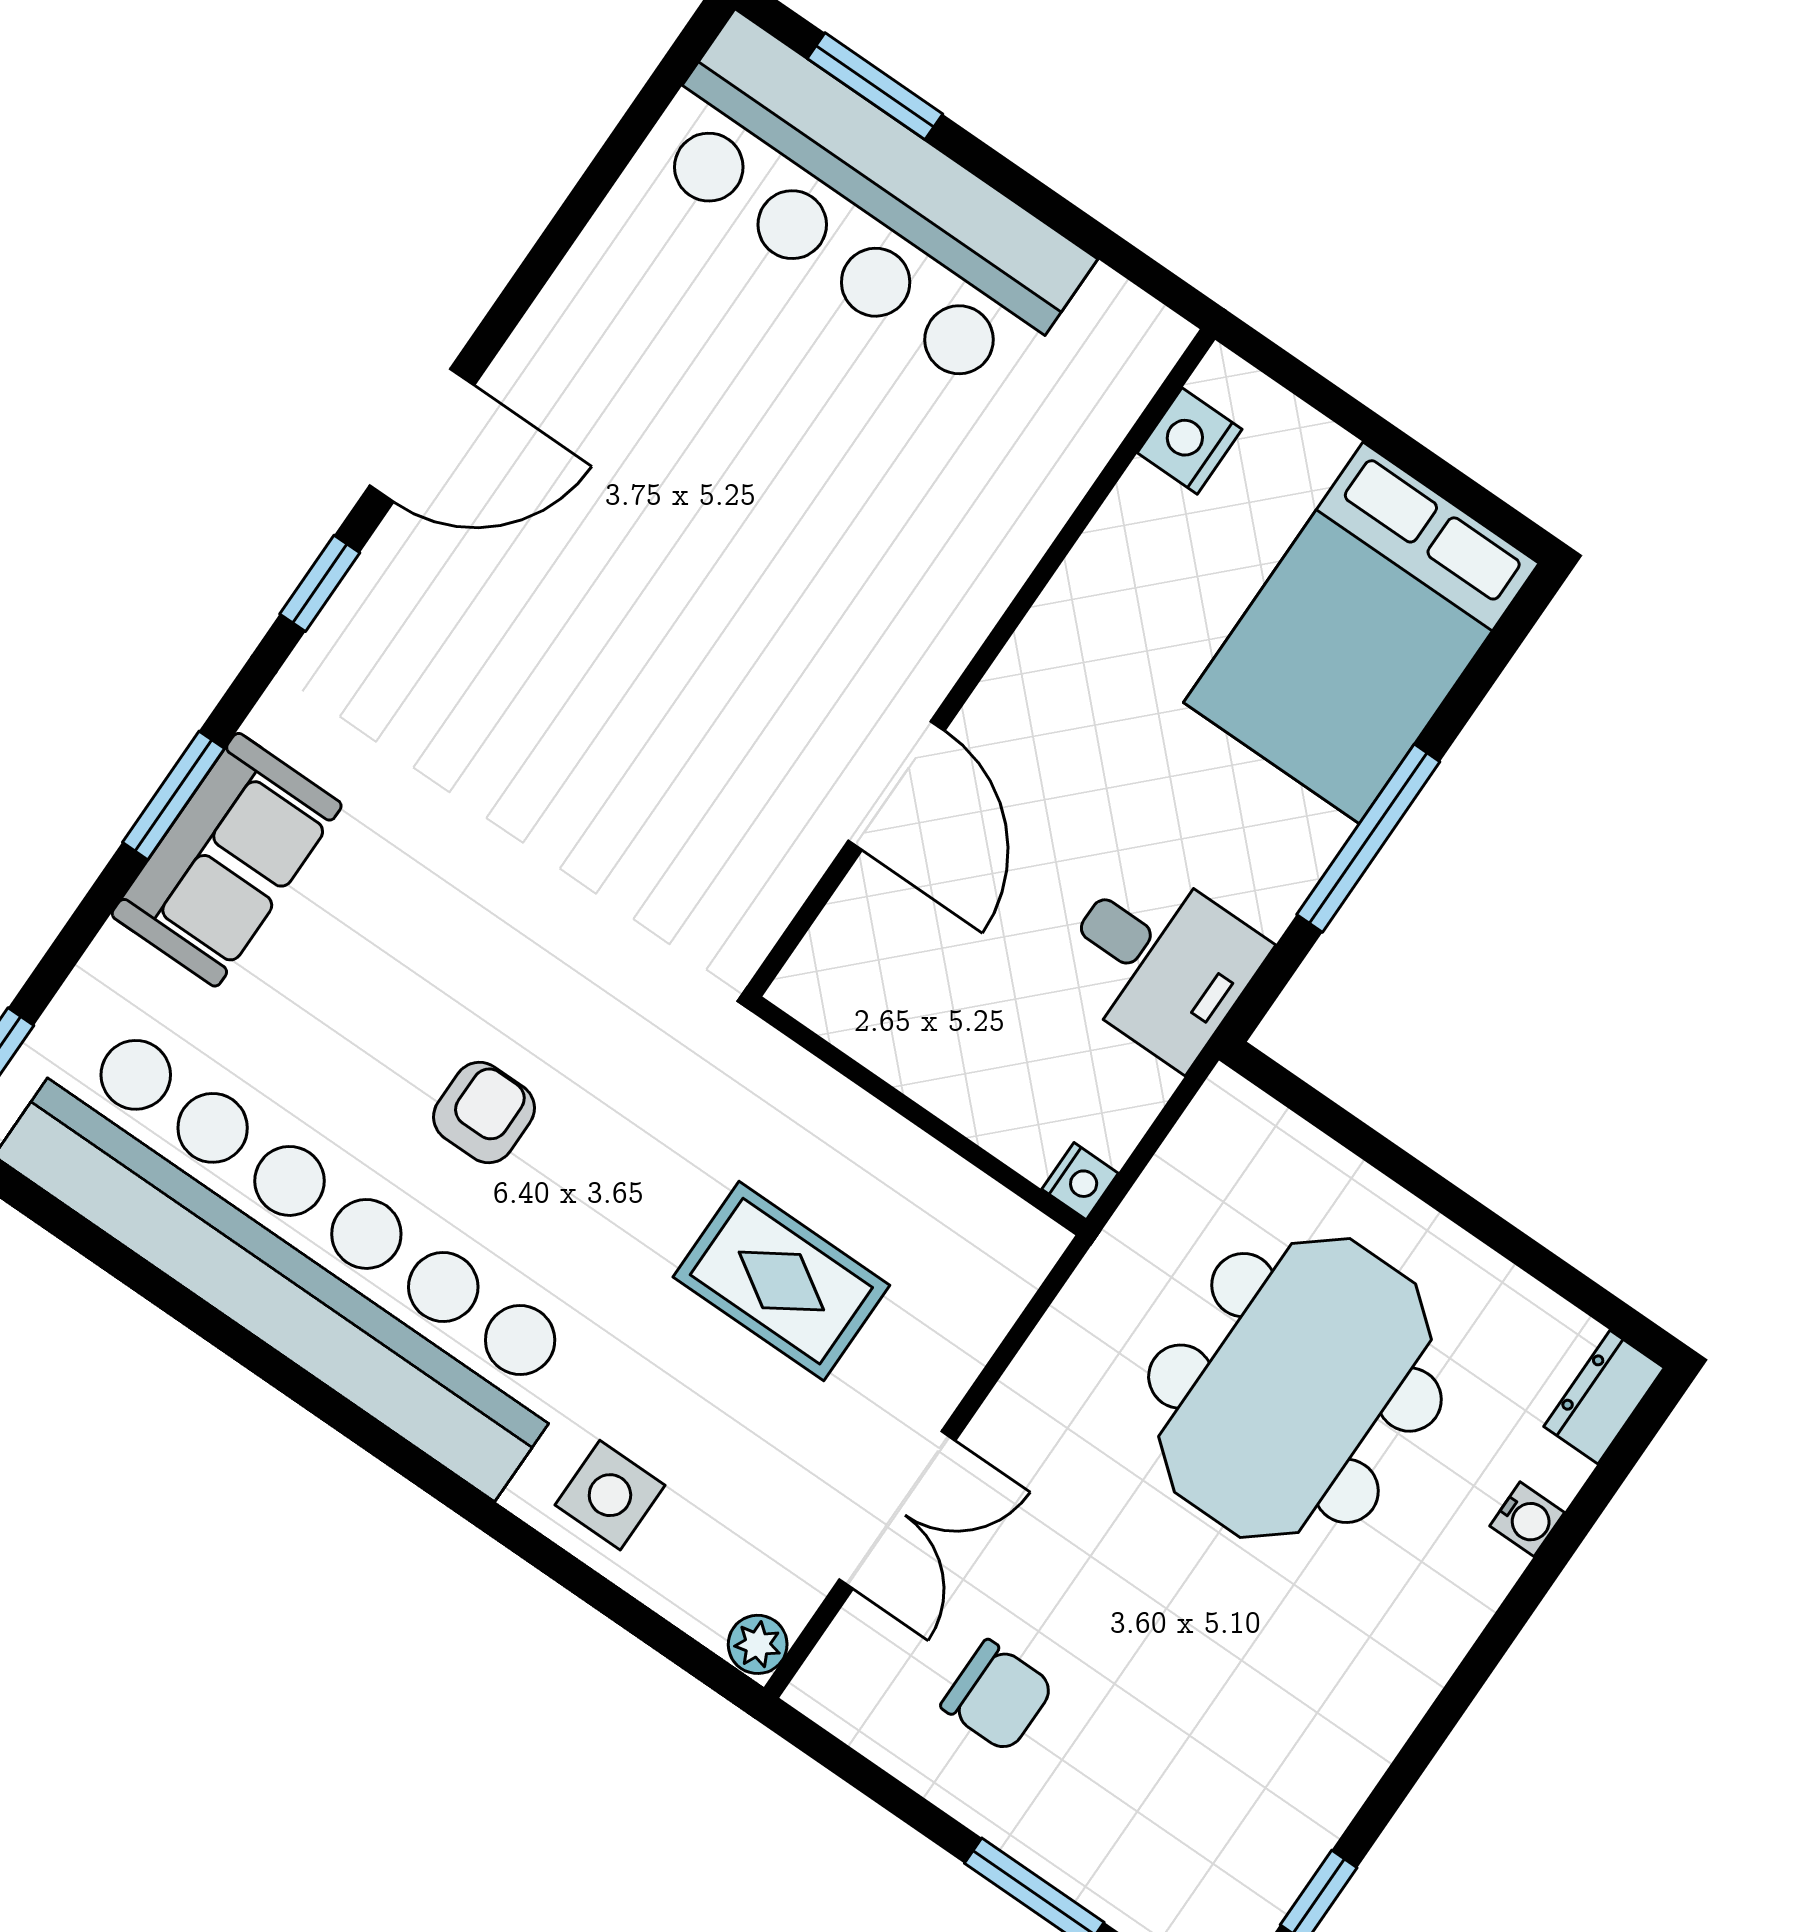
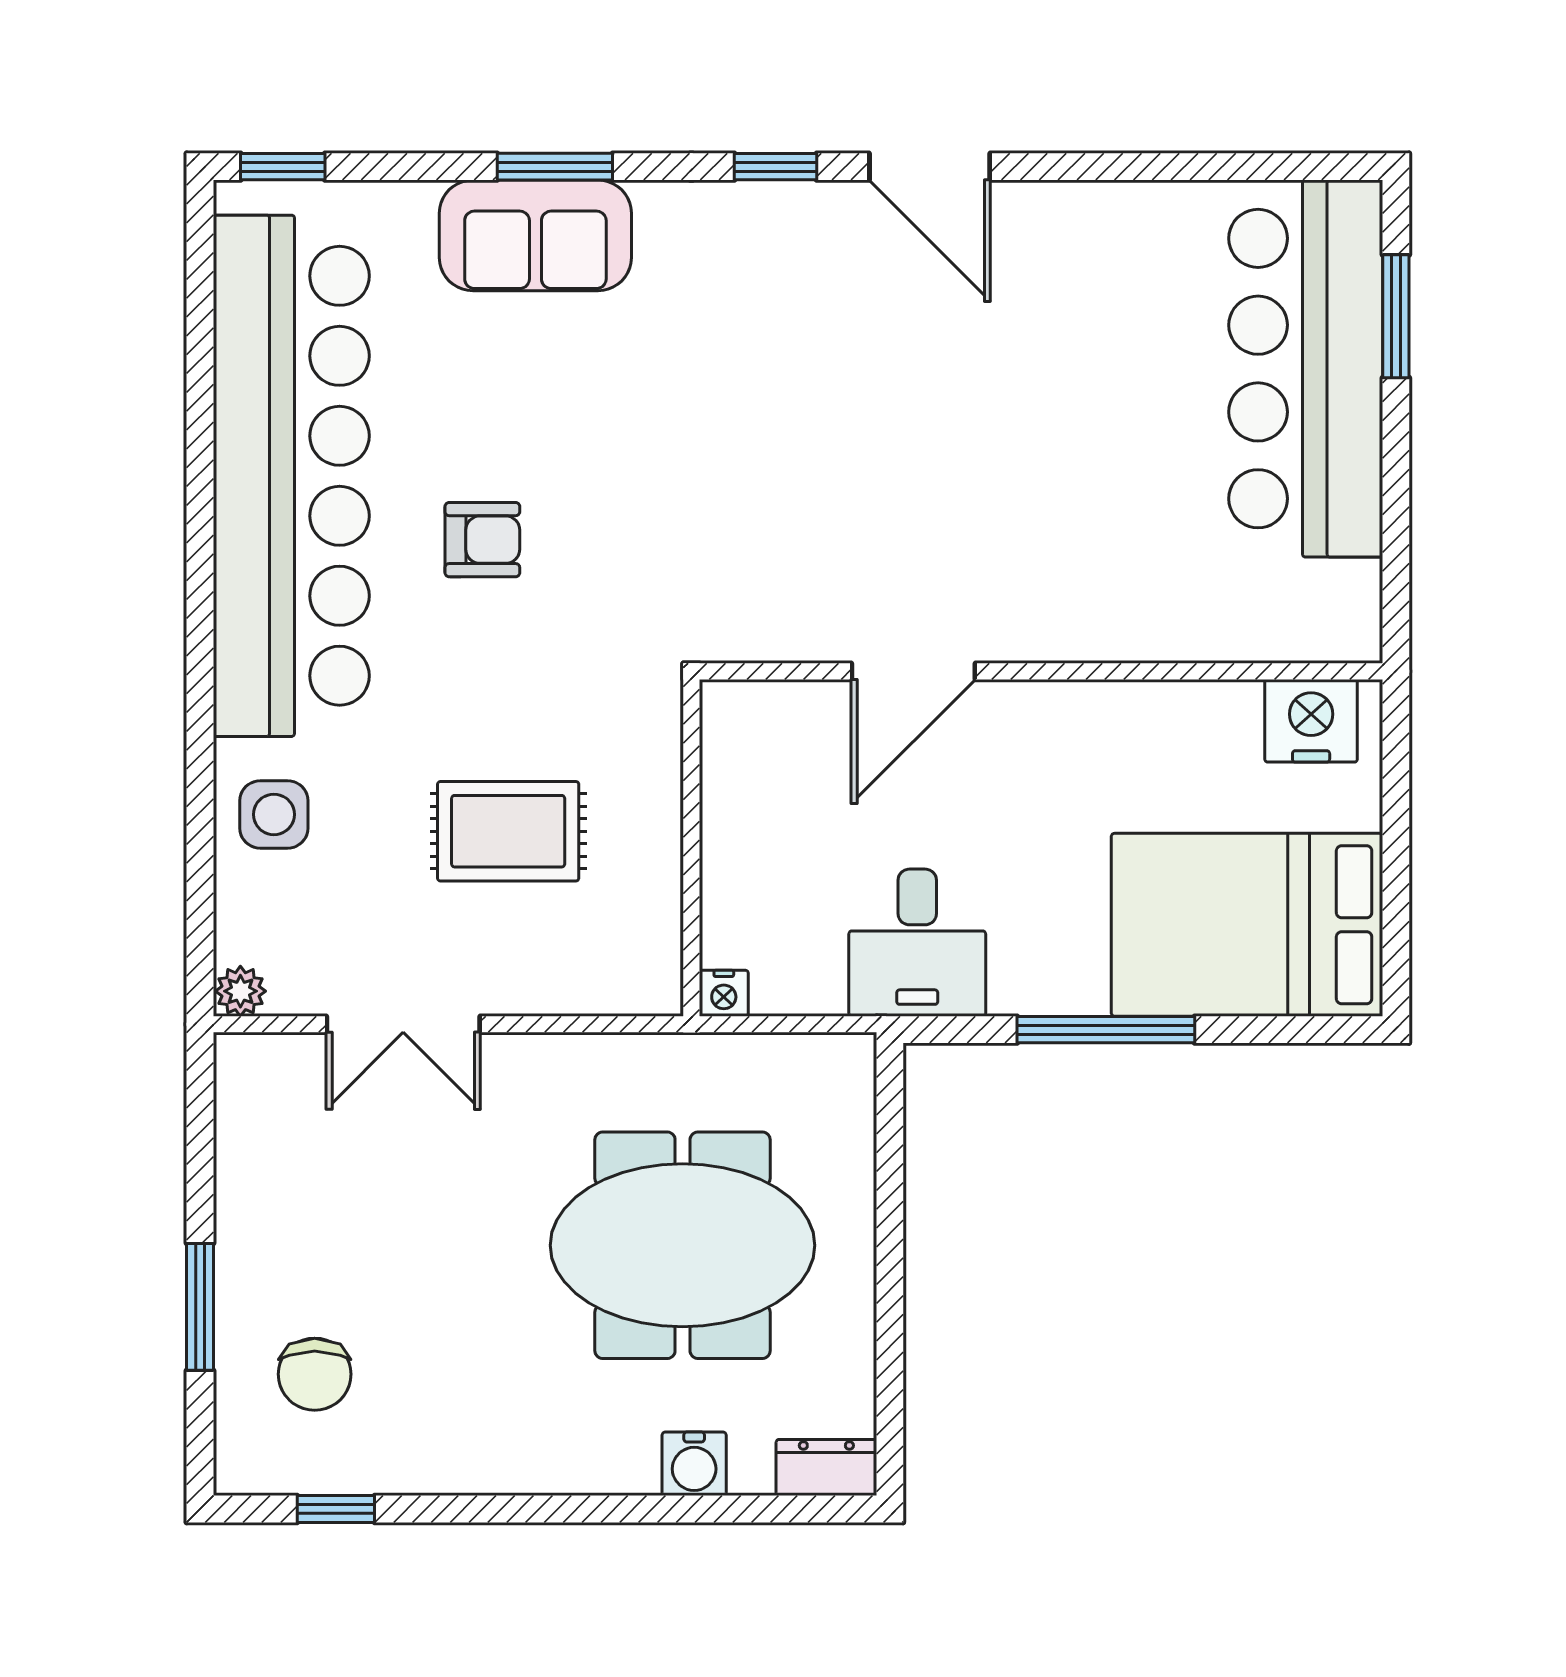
nightstand: (1190, 441) -> (1311, 721), width x1.36, depth x1.33
rug: (781, 1281) -> (508, 831), turned 90
water cooler: (1527, 1519) -> (694, 1464), width x1.38, depth x1.38
chair: (998, 1696) -> (315, 1374), moved

